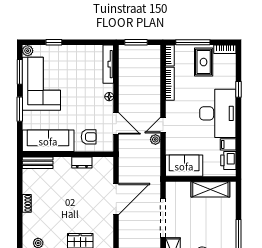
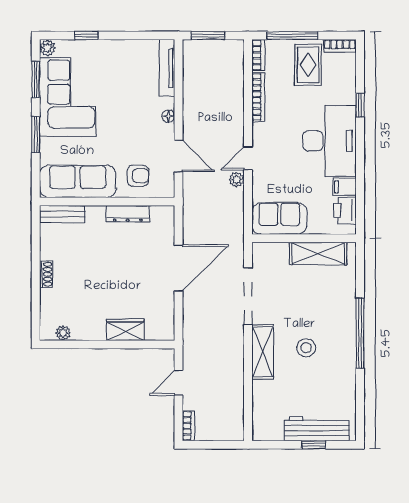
dresser: (82, 163) -> (128, 214), width x1.44

